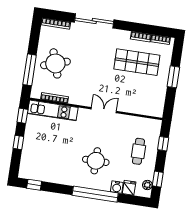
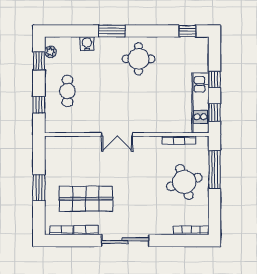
sliding door: (94, 21) -> (125, 241), moved
kitchen unit: (53, 110) -> (200, 103), moved, turned -90
round table: (96, 161) -> (139, 59), moved
fridge: (129, 188) -> (72, 45), removed
window: (95, 194) -> (112, 31), width x0.47

